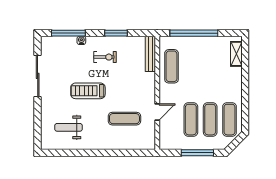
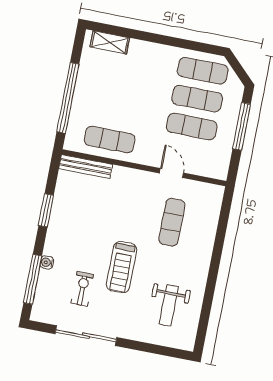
exercise bike: (105, 57) -> (82, 289), moved

